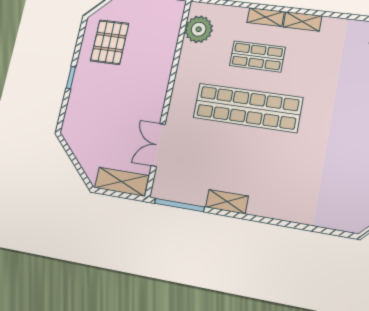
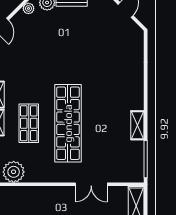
double door: (158, 145) -> (91, 184), moved

